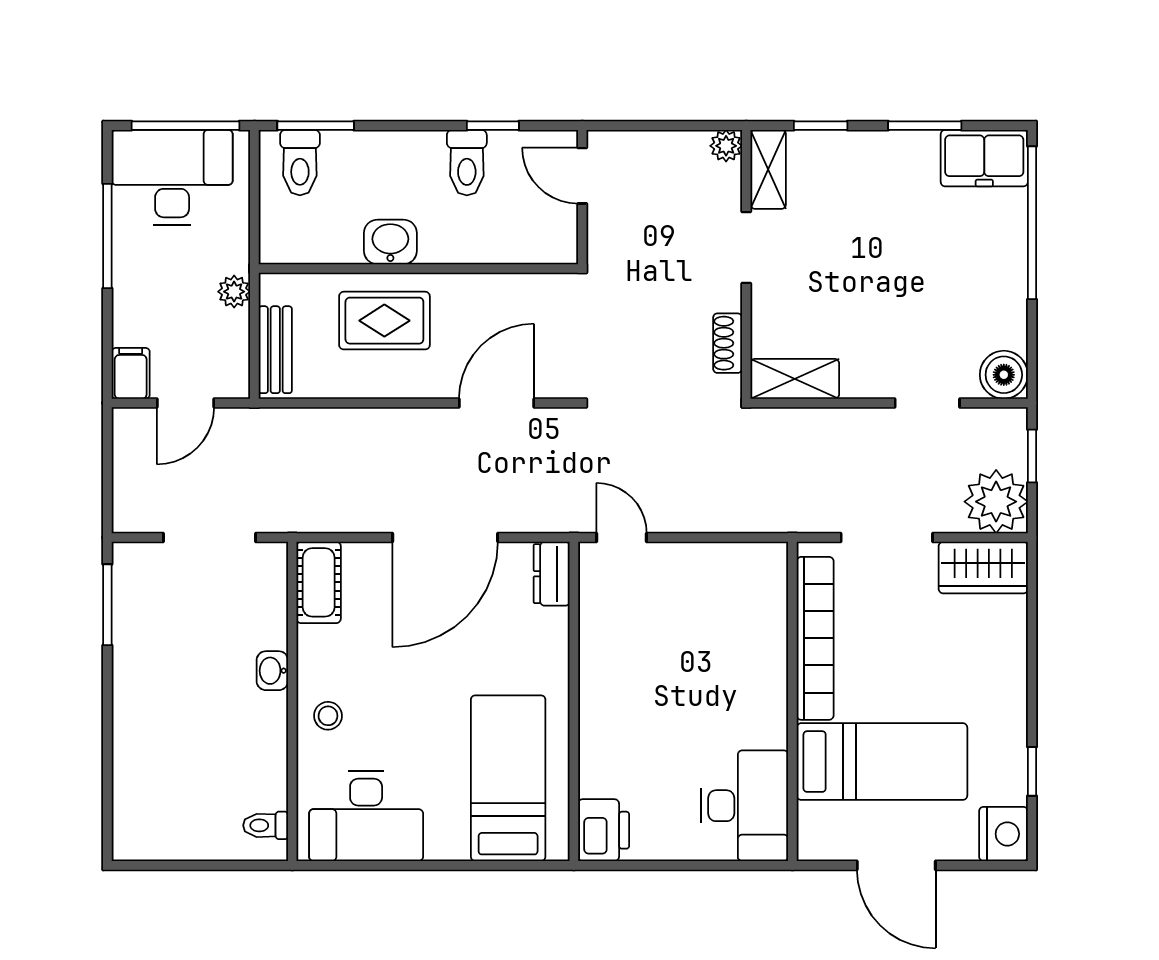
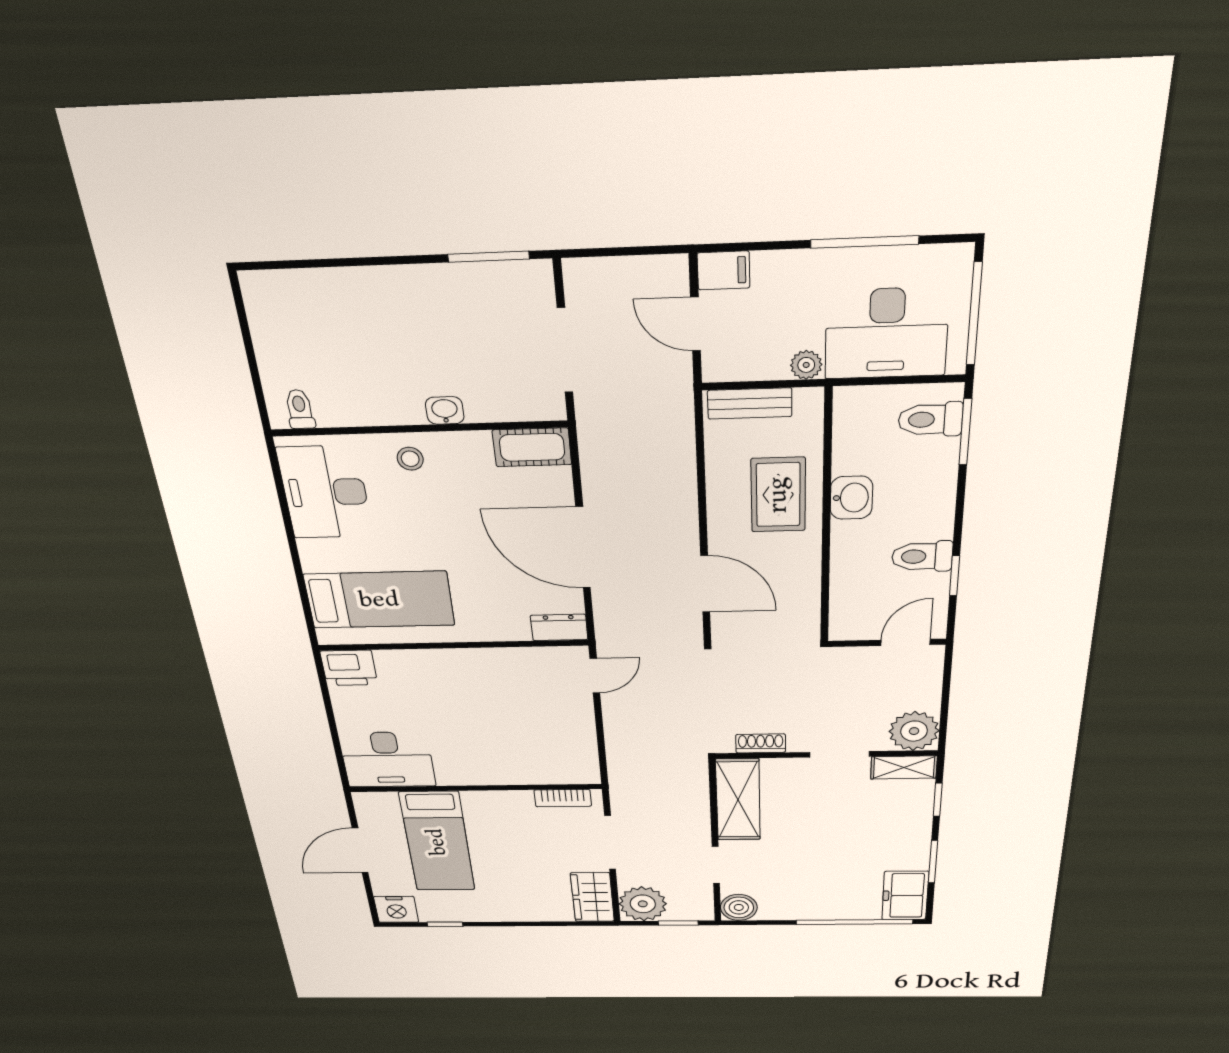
plant: (726, 146) -> (914, 731), width x1.88, depth x1.88
desk: (172, 177) -> (886, 333), moved, turned 90
shelving: (795, 379) -> (738, 800), width x1.50, depth x1.33
bookcase: (815, 638) -> (563, 798), width x0.43, depth x0.76

